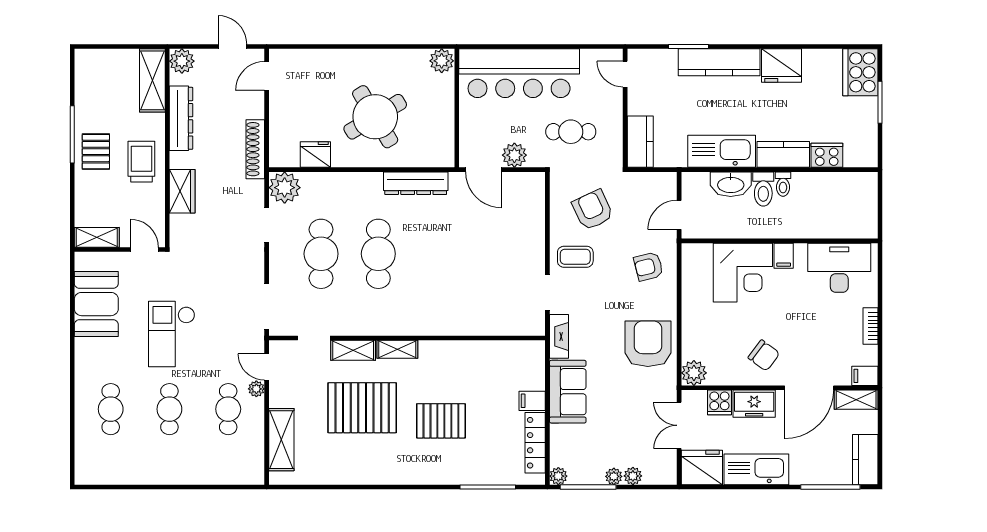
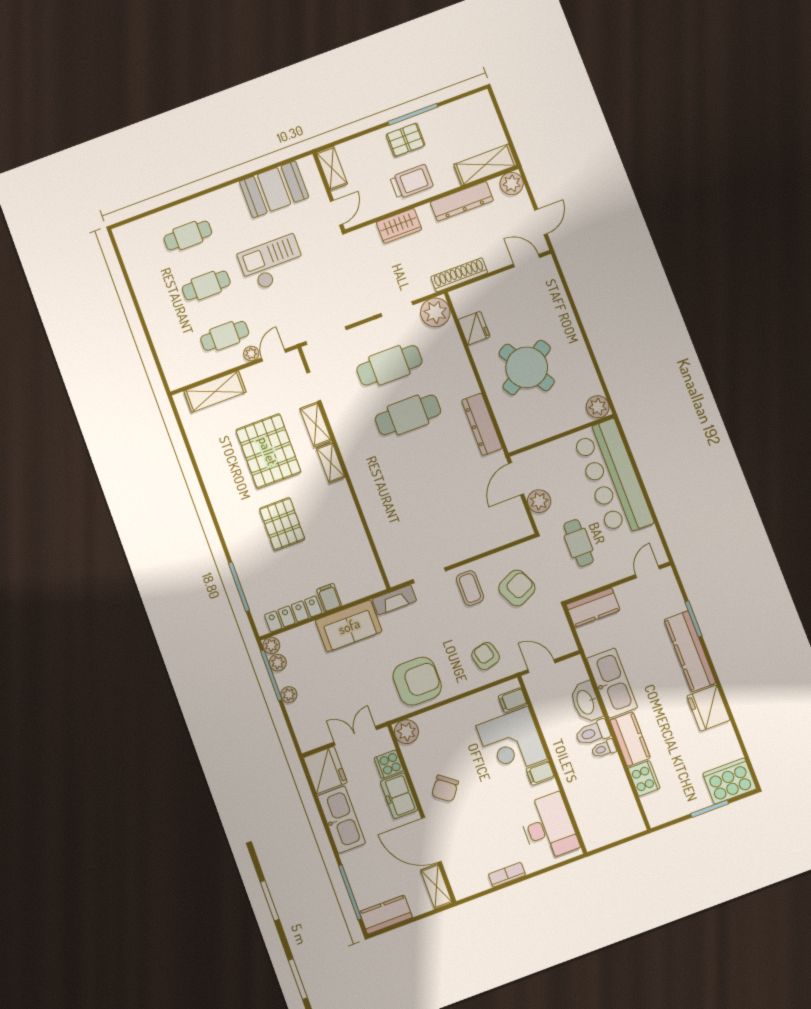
filing cabinet: (865, 376) -> (513, 700), moved, turned -90
plant: (633, 476) -> (278, 663), moved

